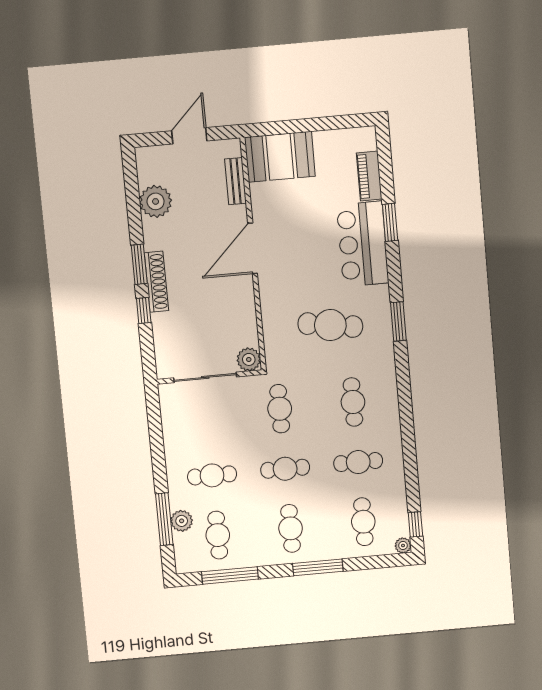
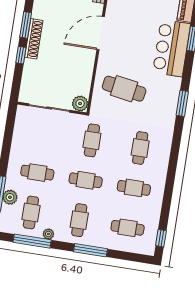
cafe table: (330, 325) -> (124, 89), moved
cafe table: (363, 522) -> (128, 228), turned 90
plant: (403, 545) -> (48, 234), moved

